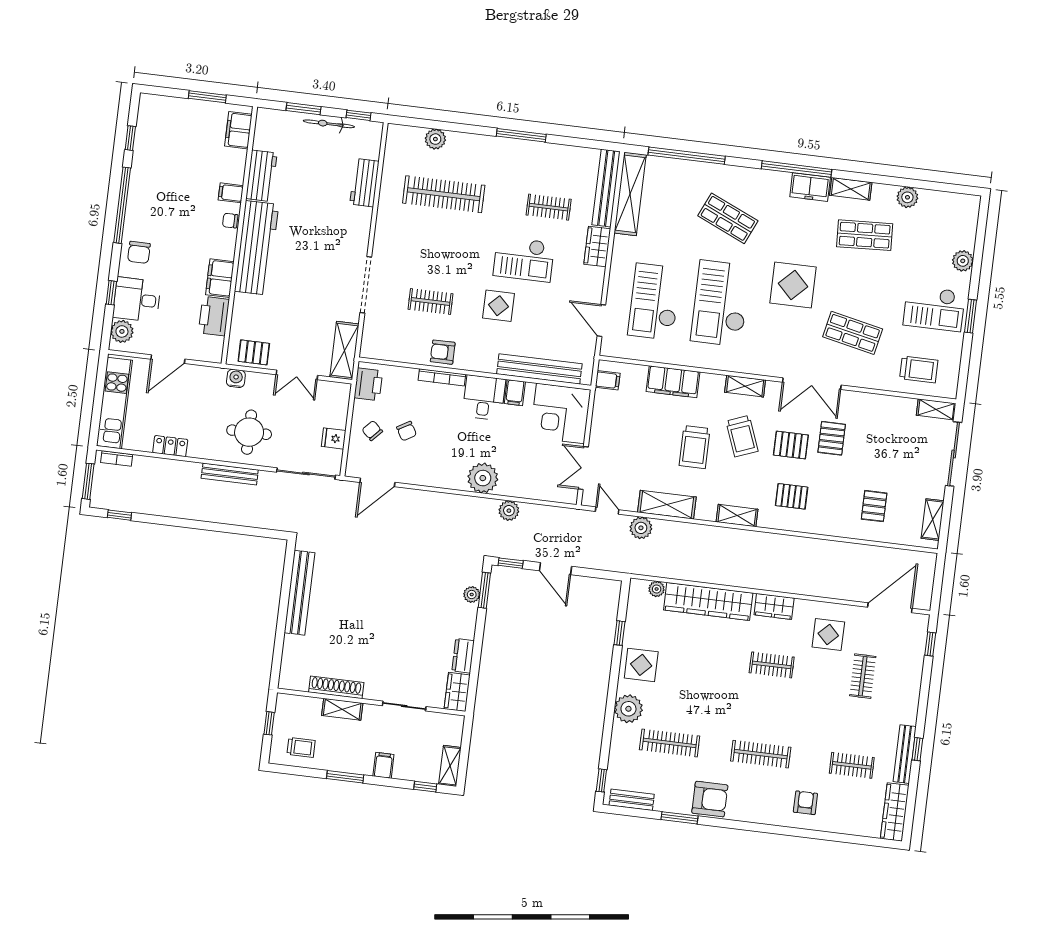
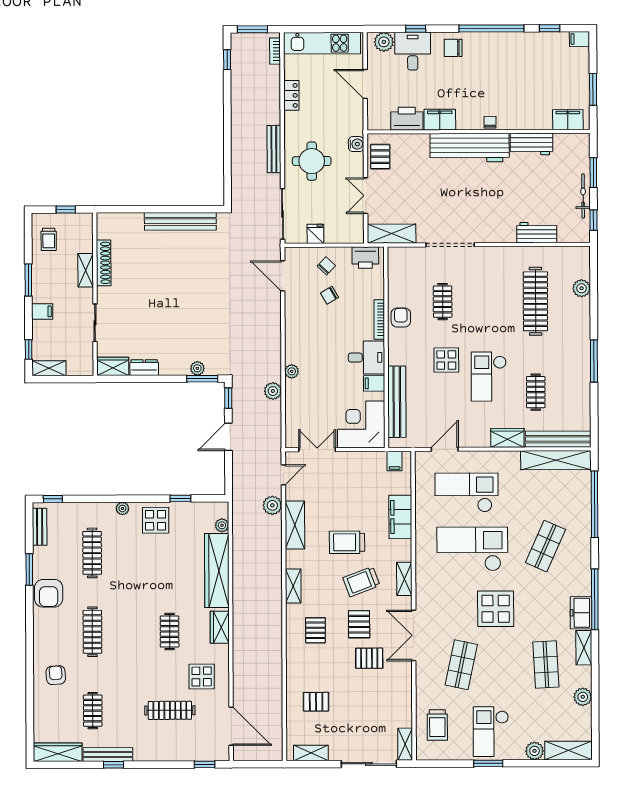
filing cabinet: (231, 193) -> (580, 39), moved, turned -90
shelving: (967, 222) -> (568, 750), added
plant: (483, 478) -> (292, 371), width x0.53, depth x0.53
clothes rail: (863, 676) -> (170, 710), width x1.36
plant: (628, 709) -> (122, 508), width x0.53, depth x0.53
armchair: (805, 803) -> (56, 675), turned -94

